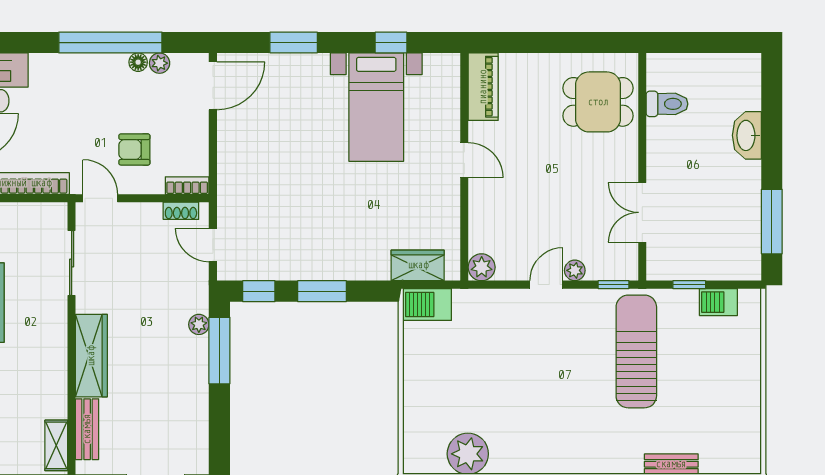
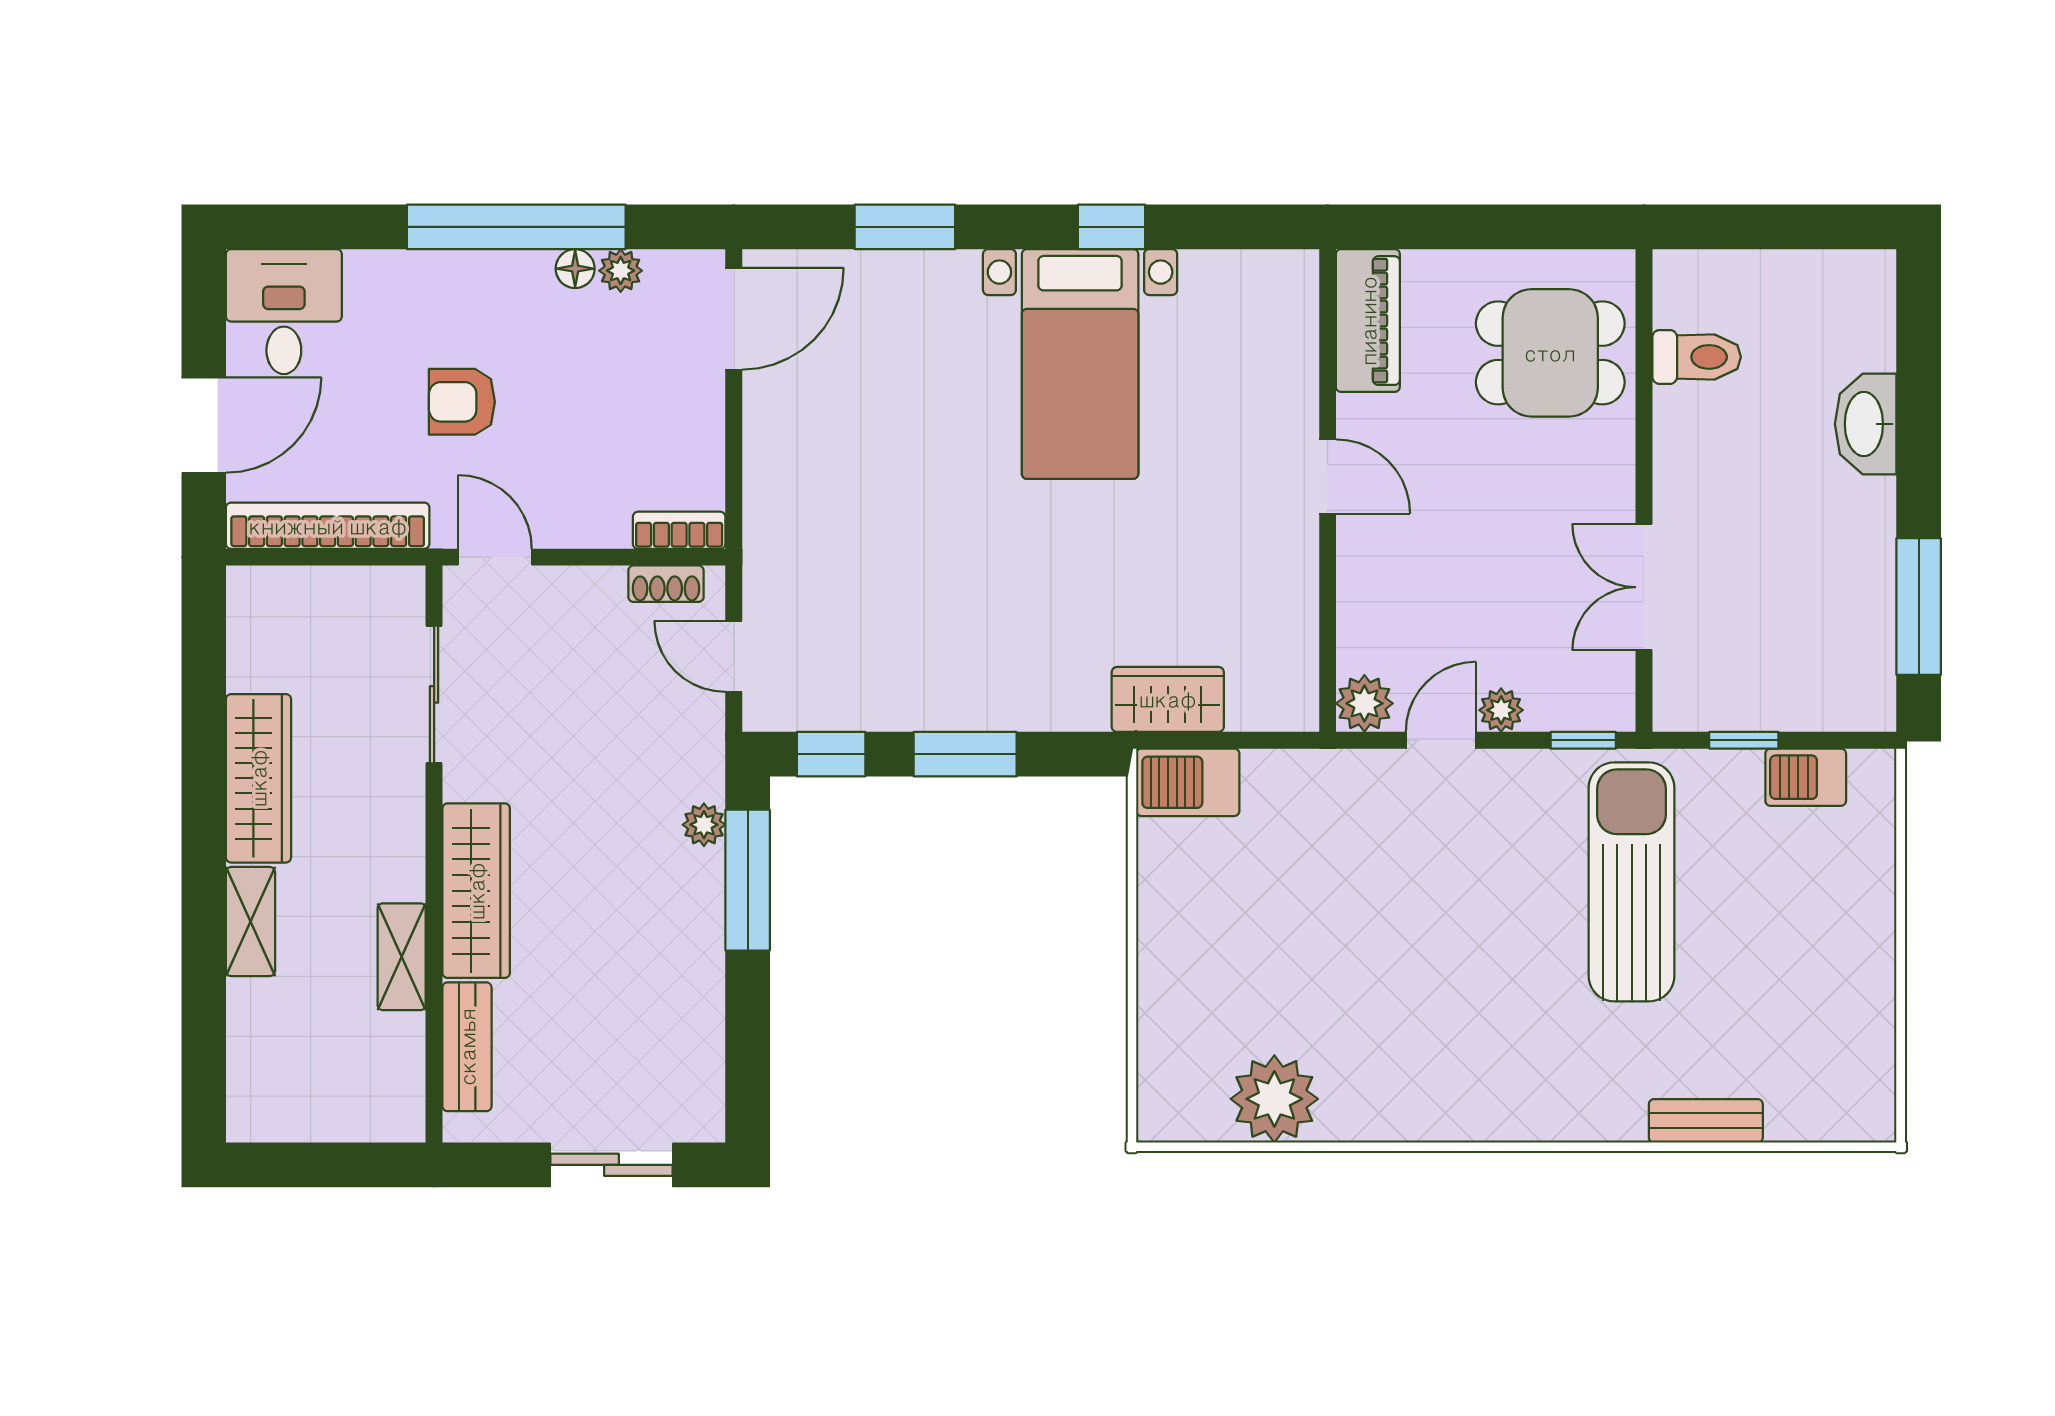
piano: (483, 87) -> (1368, 321), moved
armchair: (134, 149) -> (462, 402), moved
door: (464, 160) -> (1328, 476), moved
wall: (464, 167) -> (1328, 491), moved
plant: (482, 267) -> (1364, 703), moved
shelving: (56, 445) -> (402, 957), moved

